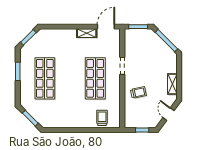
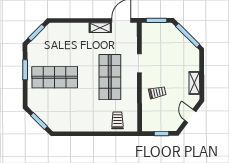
shop shelf: (45, 78) -> (55, 77), turned 90

